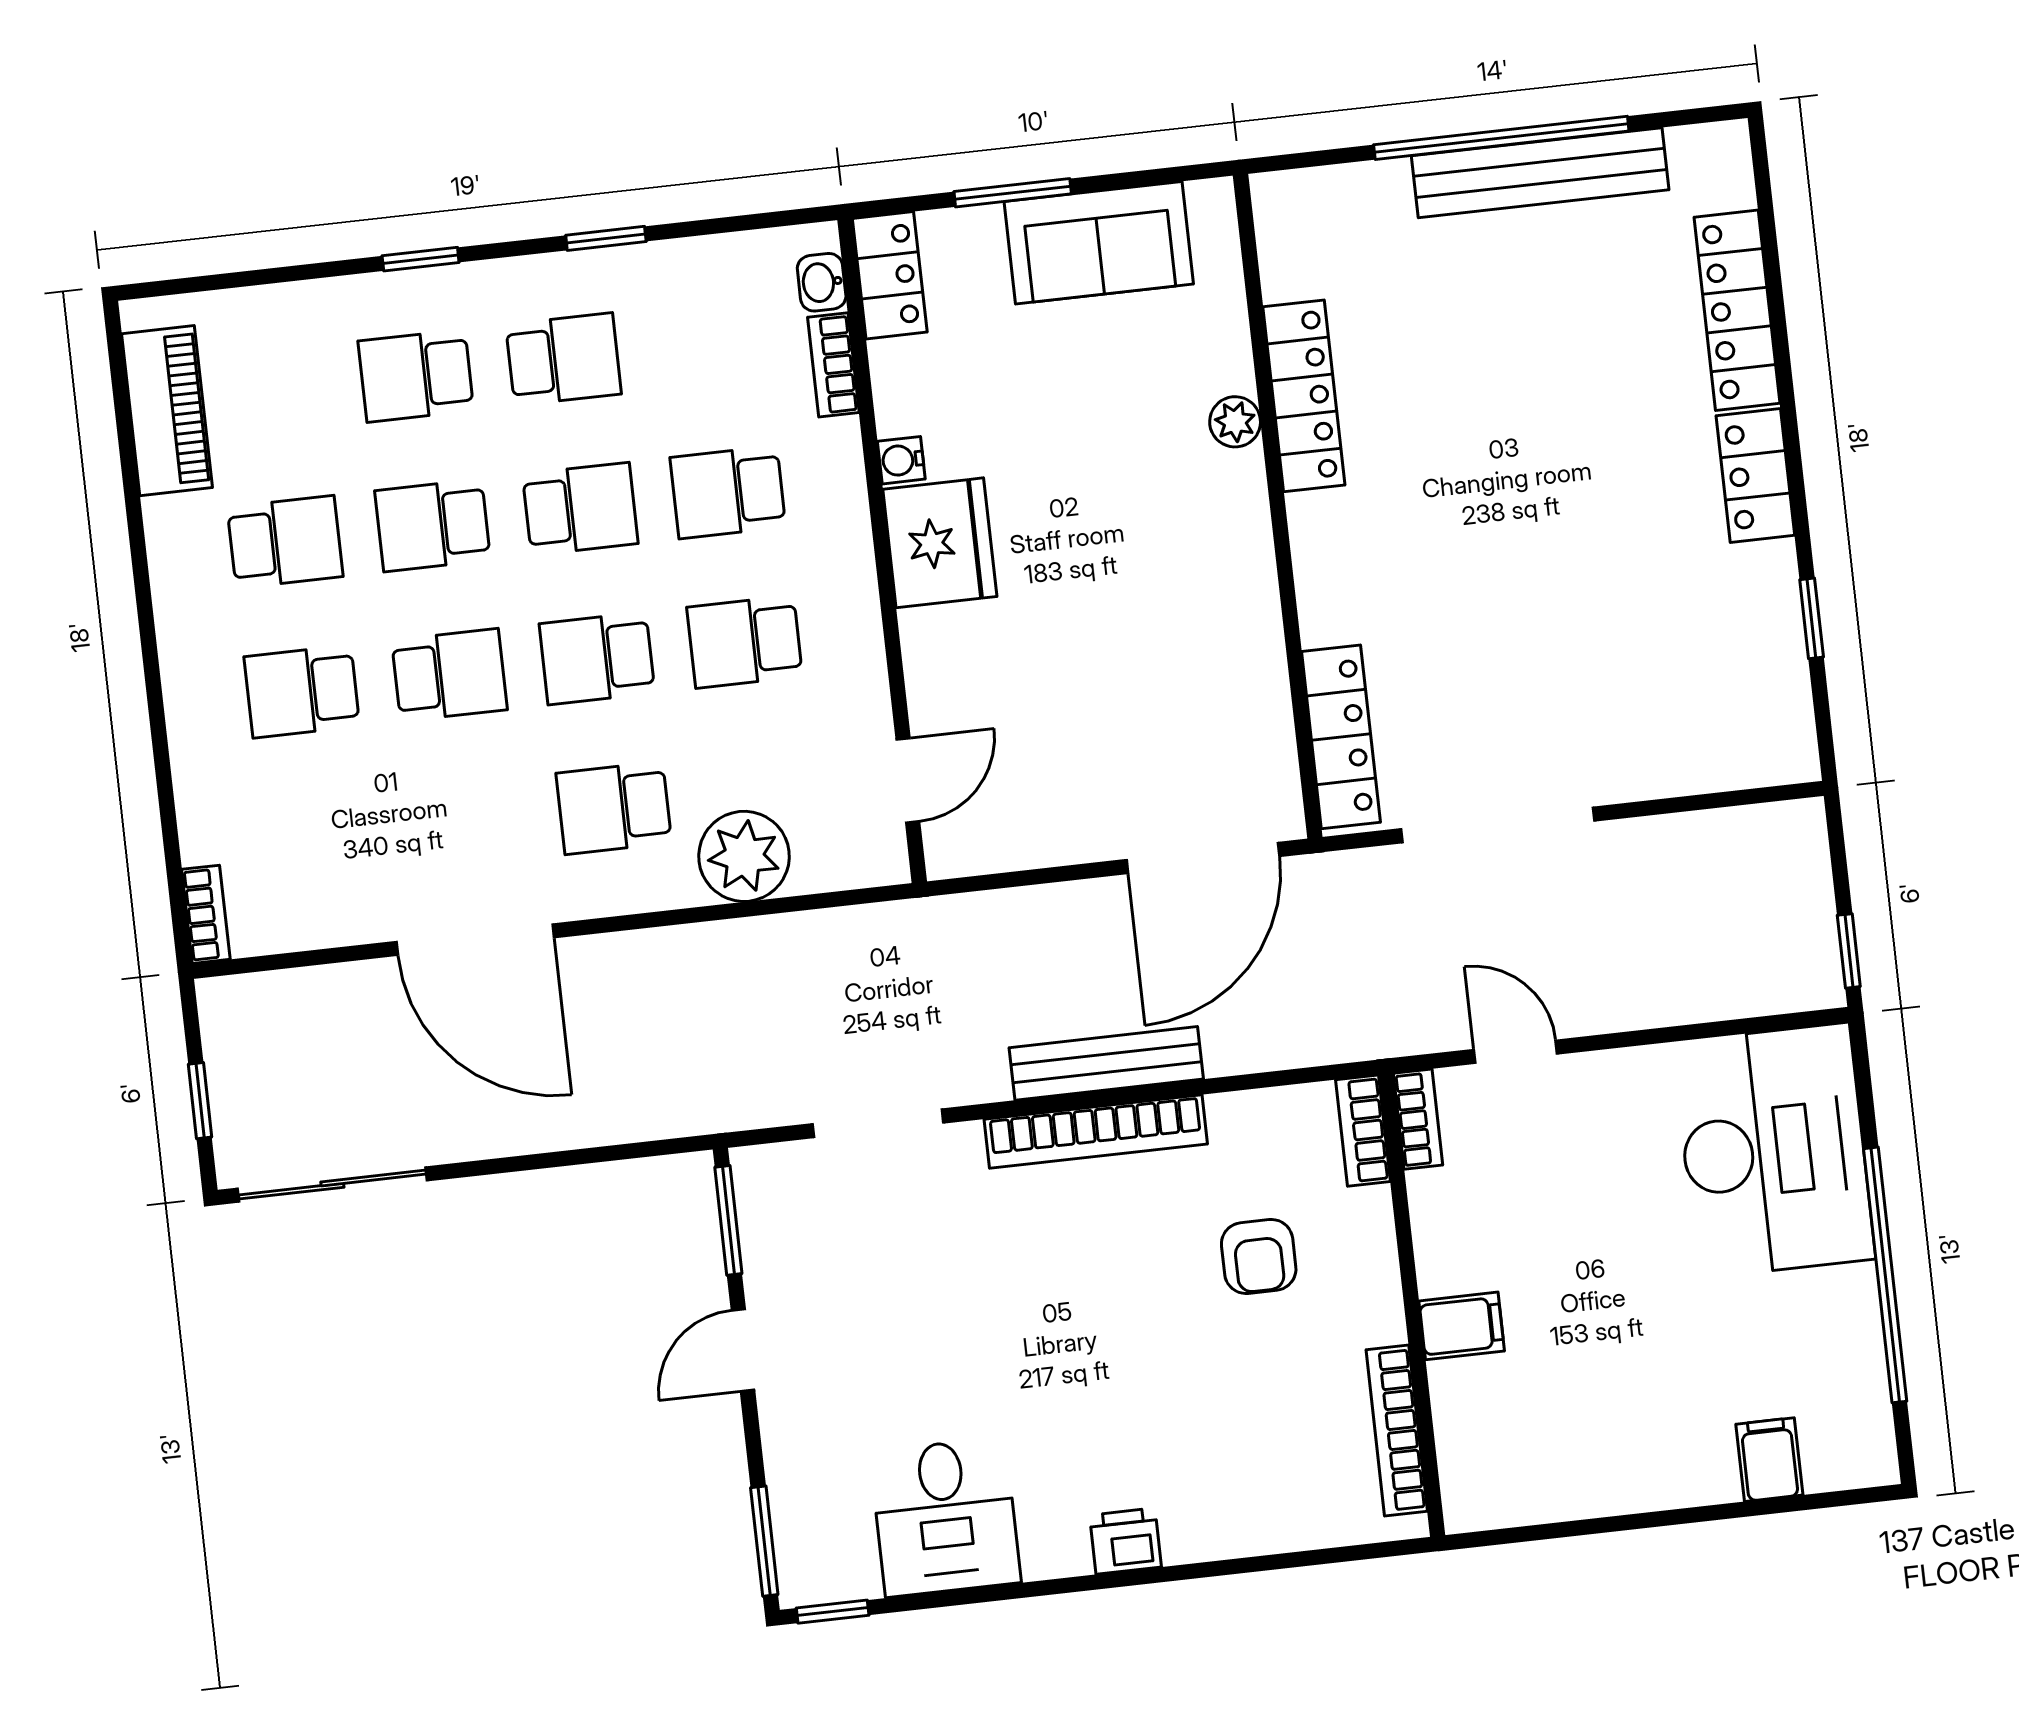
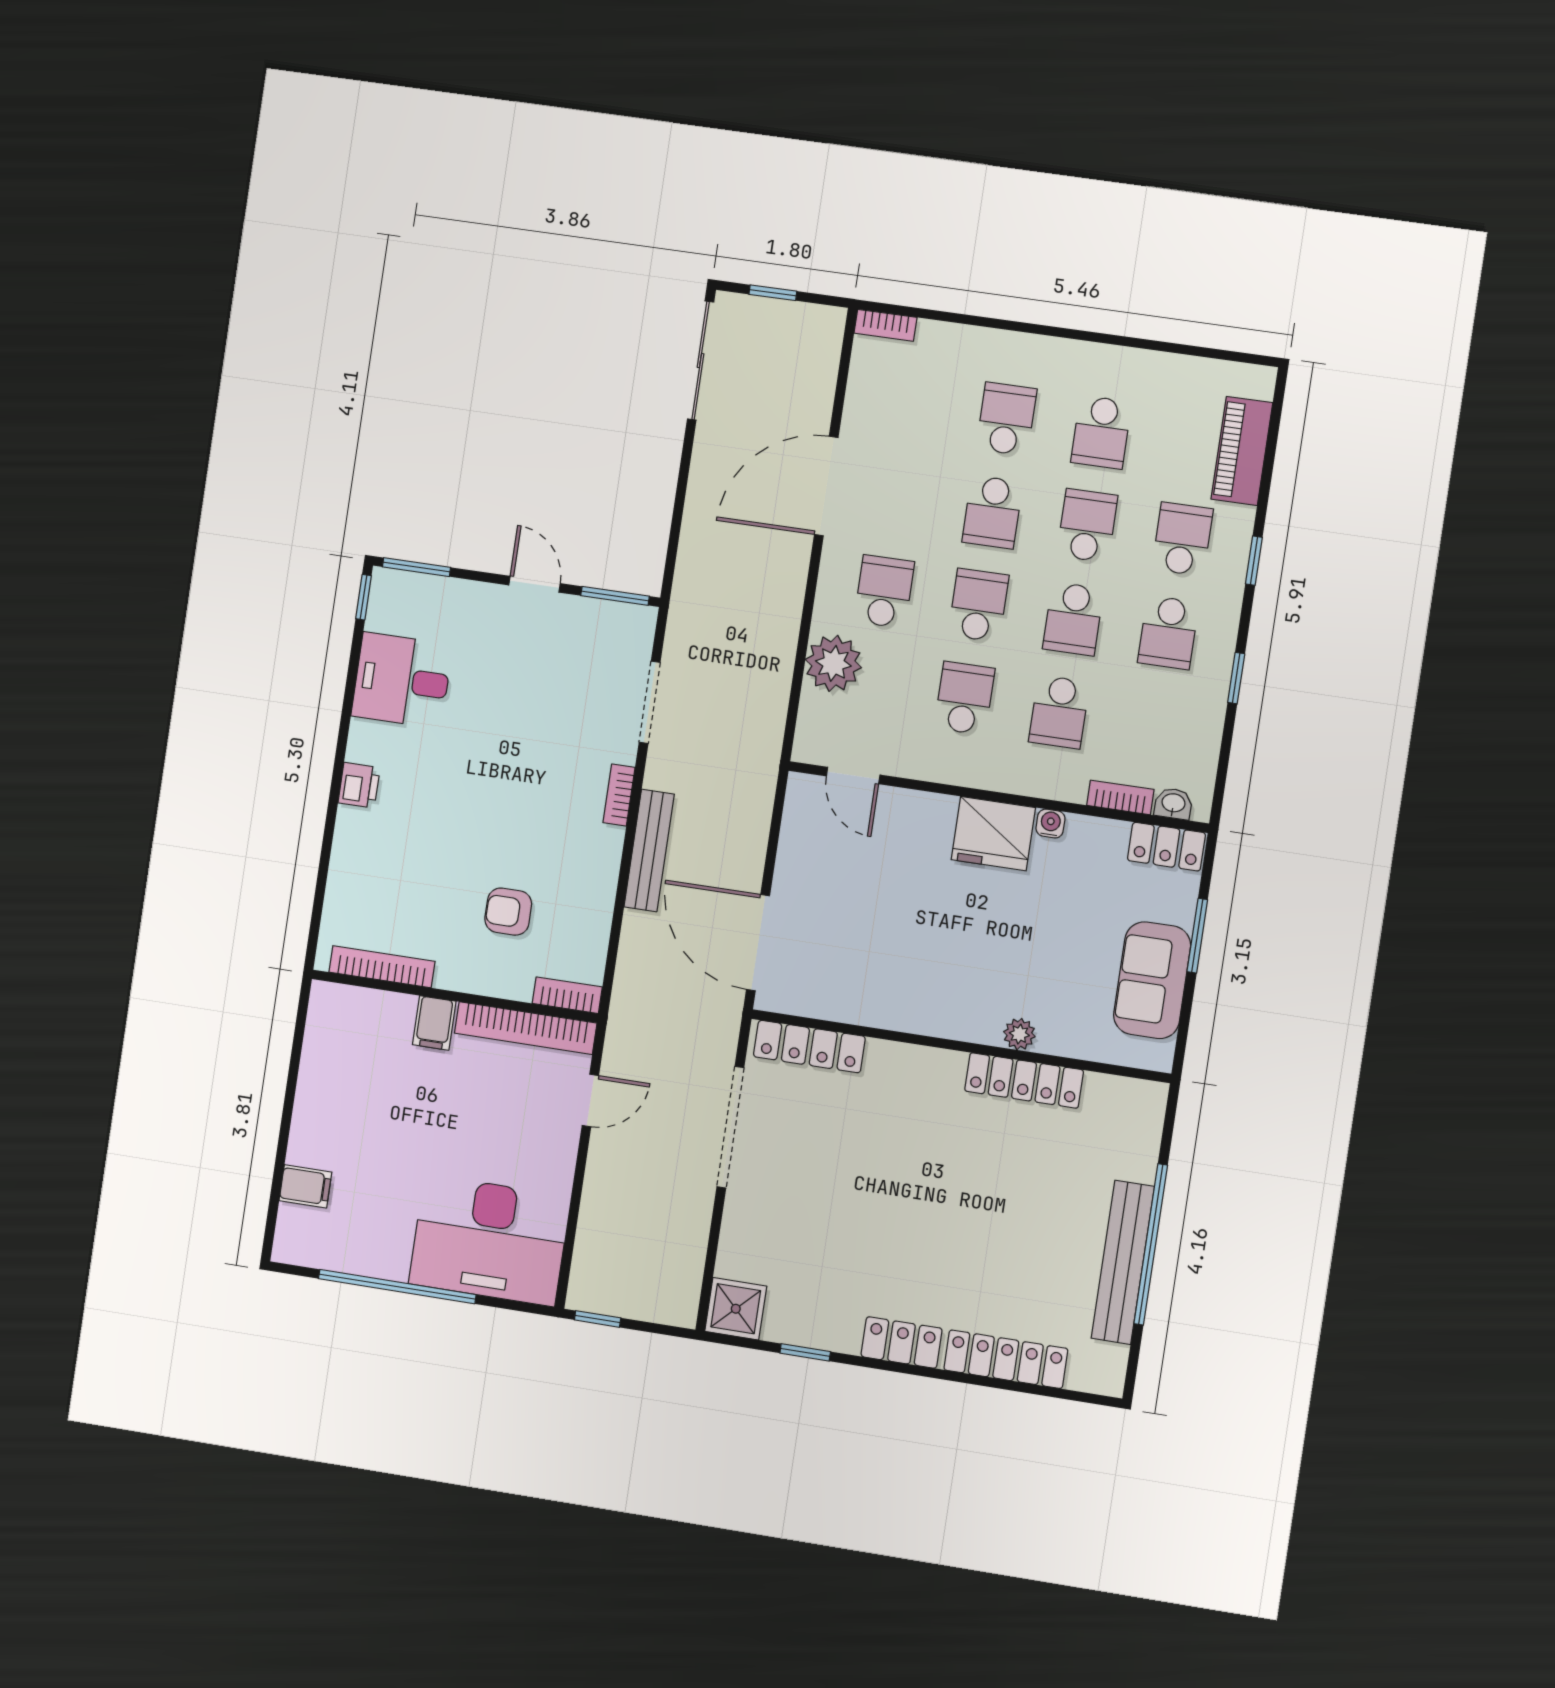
piano: (167, 411) -> (1242, 451), moved, turned 90
school desk: (728, 492) -> (1059, 712), turned 180
shower: (1774, 743) -> (736, 1309), added
bookcase: (1418, 1119) -> (526, 1028), width x2.31, depth x1.31
bookcase: (1096, 1132) -> (619, 795), width x0.43, depth x0.76

